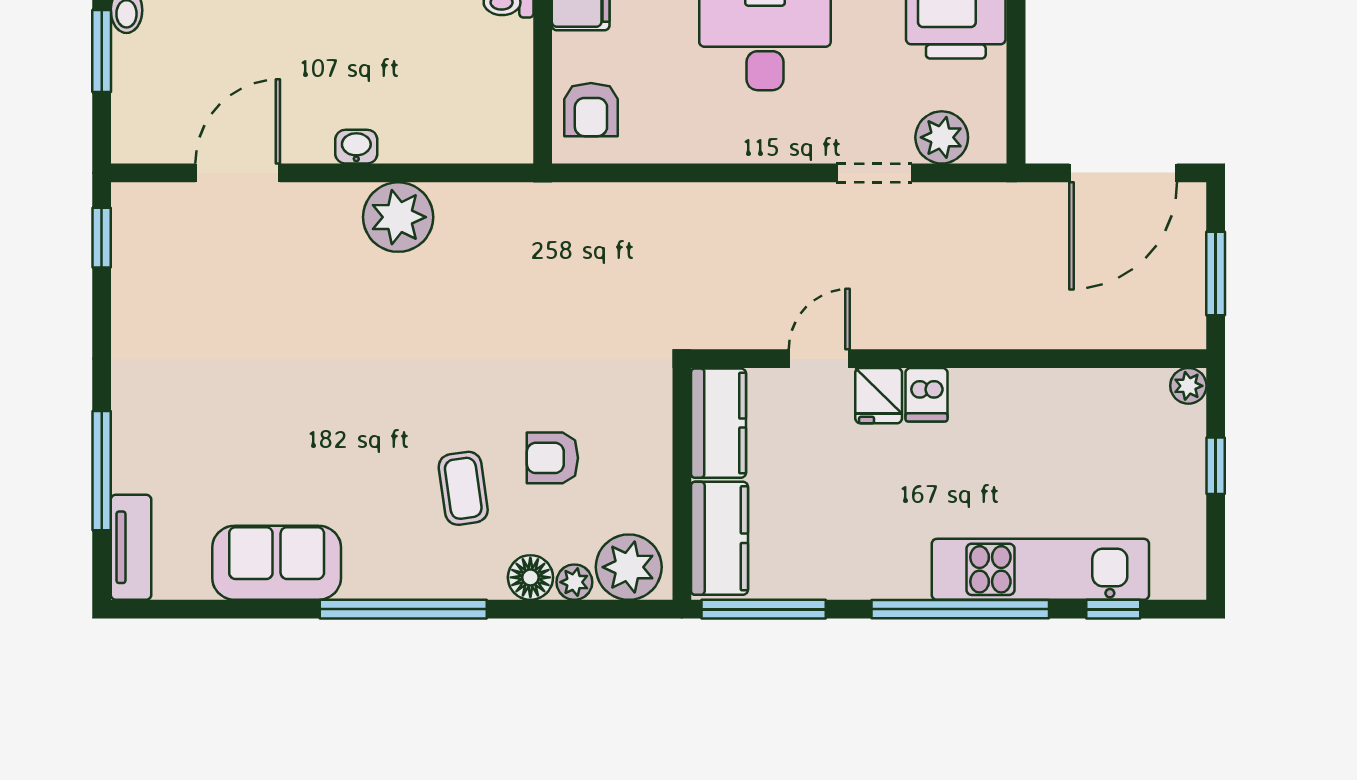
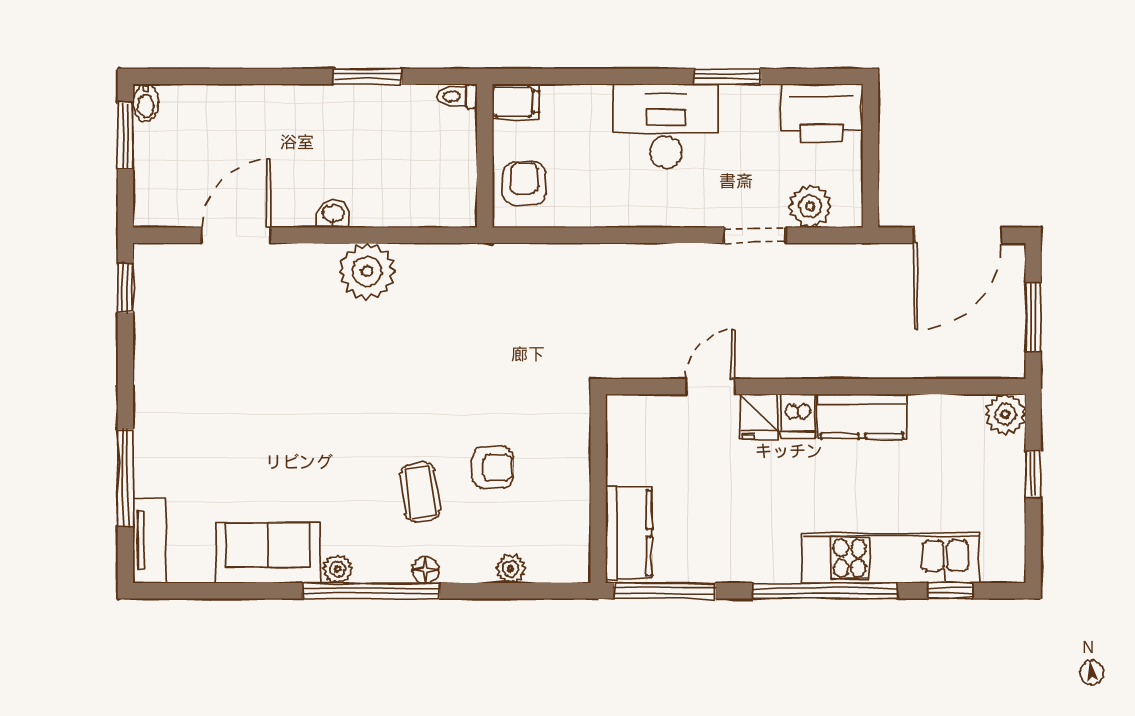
armchair: (591, 110) -> (524, 184), turned 180
plant: (1188, 386) -> (1005, 414), width x1.38, depth x1.38
kitchen counter: (718, 423) -> (862, 416), moved, turned 90
armchair: (552, 458) -> (493, 468), turned 180
plant: (629, 567) -> (338, 569), moved, width x0.53, depth x0.53
floor lamp: (530, 577) -> (425, 570), moved, width x0.73, depth x0.73

